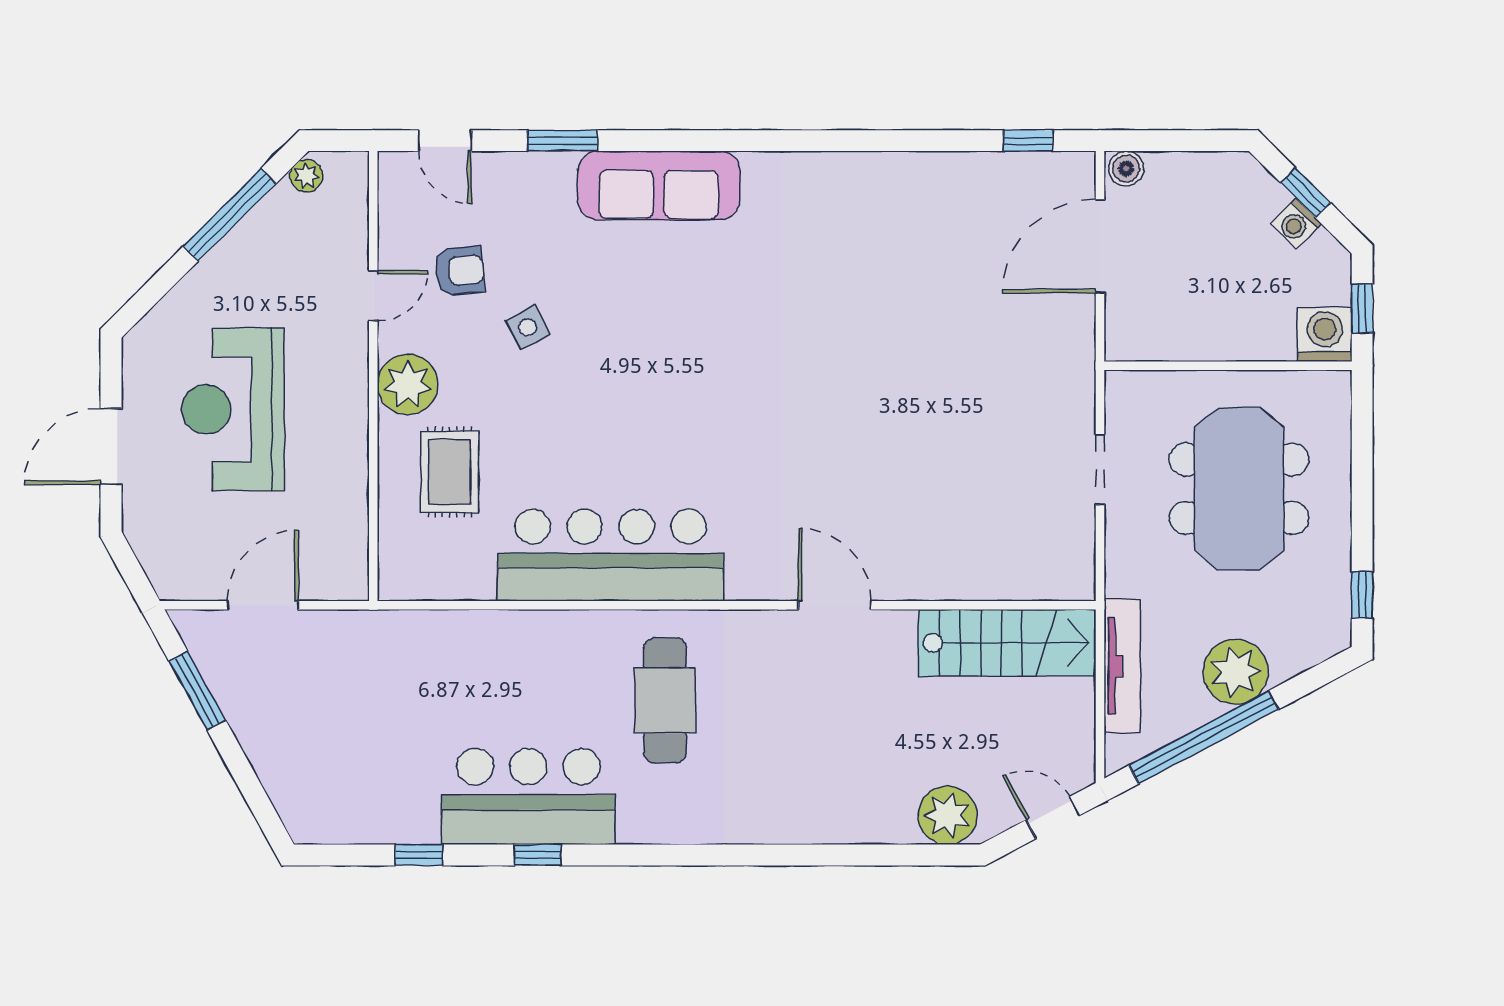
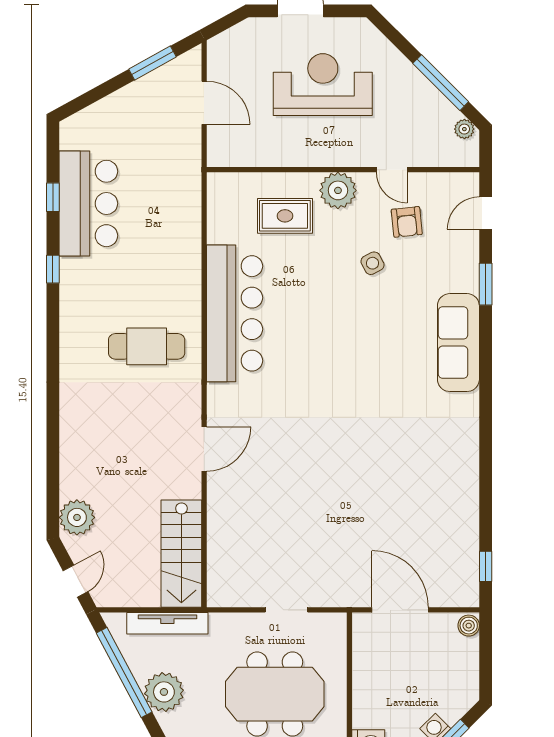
door: (1100, 246) -> (400, 610), moved
bar counter: (528, 796) -> (88, 203), moved

